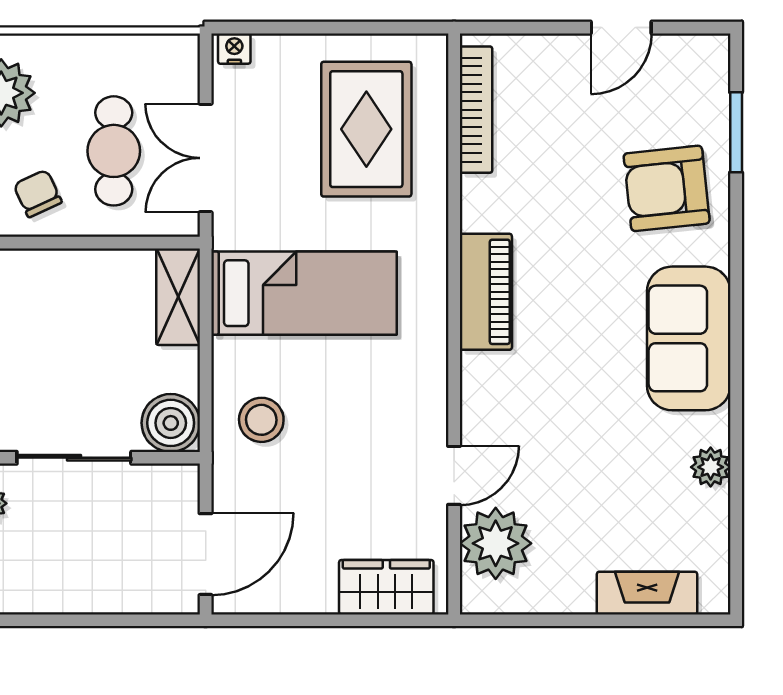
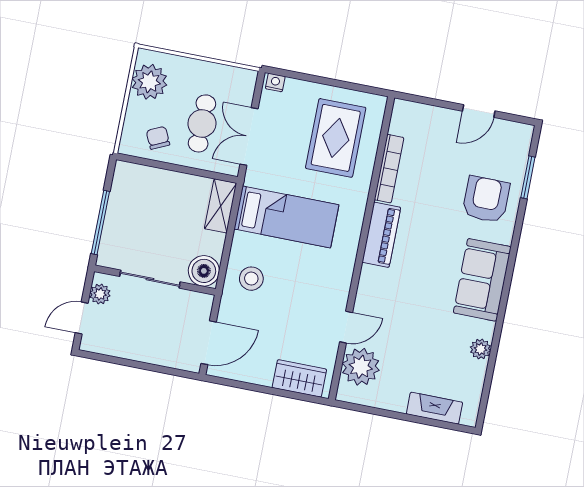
bookcase: (476, 110) -> (389, 169), moved
armchair: (667, 188) -> (486, 199), turned 96

